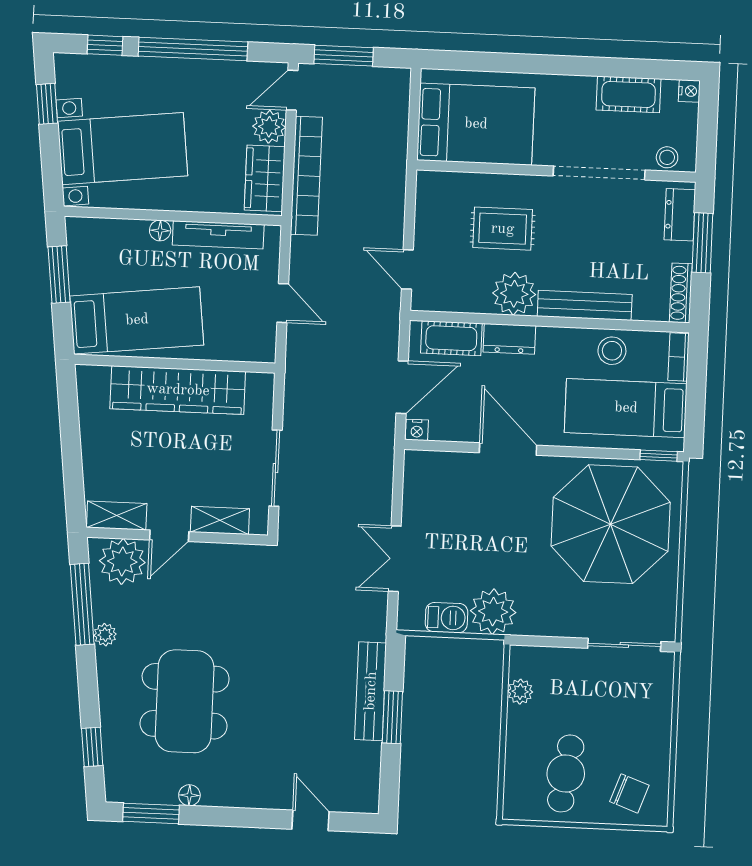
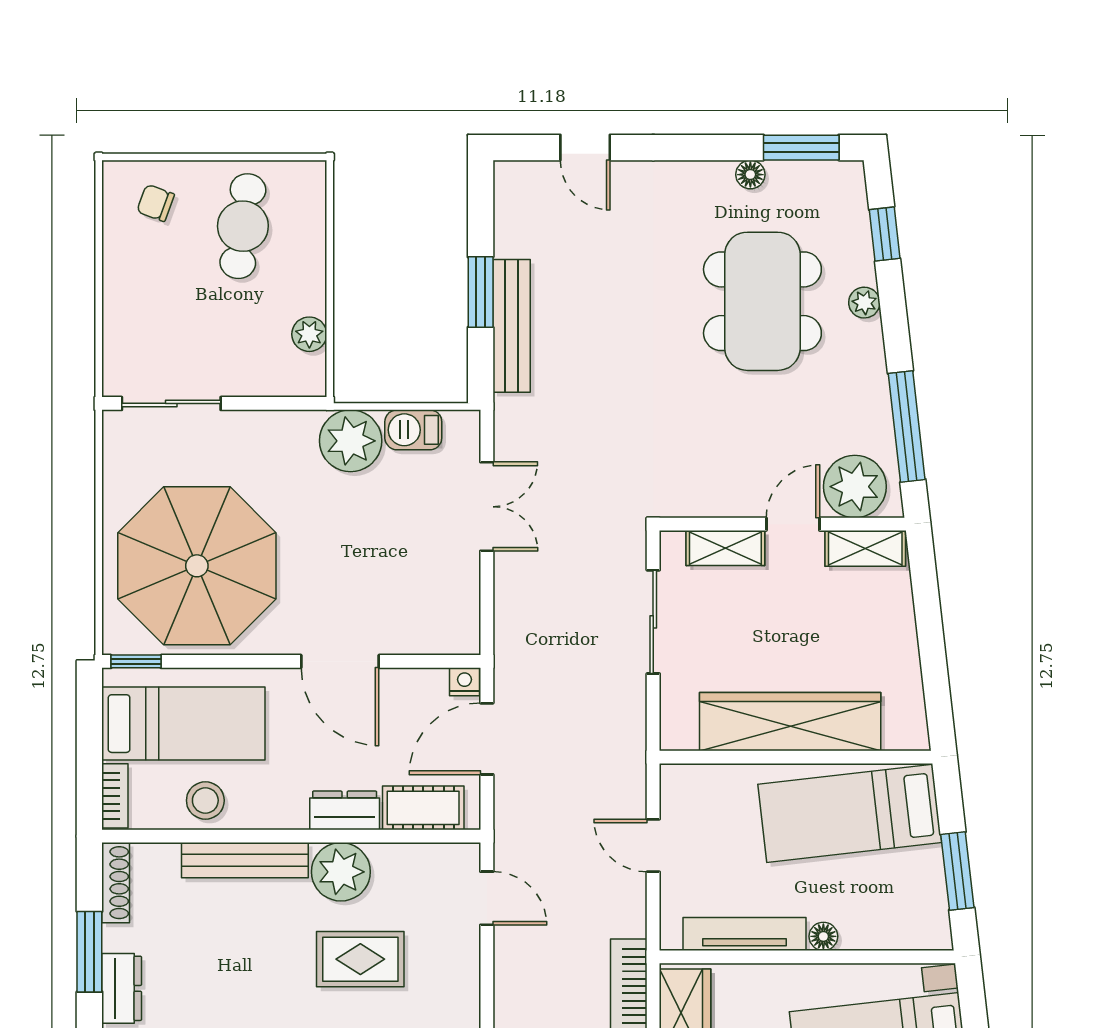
plant: (105, 635) -> (864, 303), moved
chair: (629, 793) -> (156, 203), width x0.73, depth x0.73

